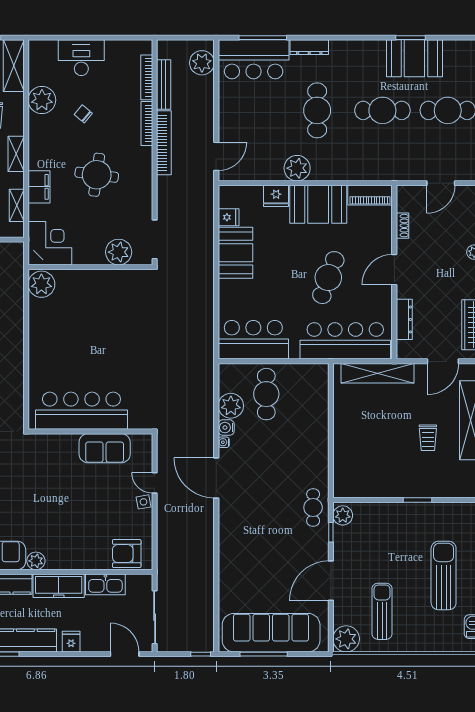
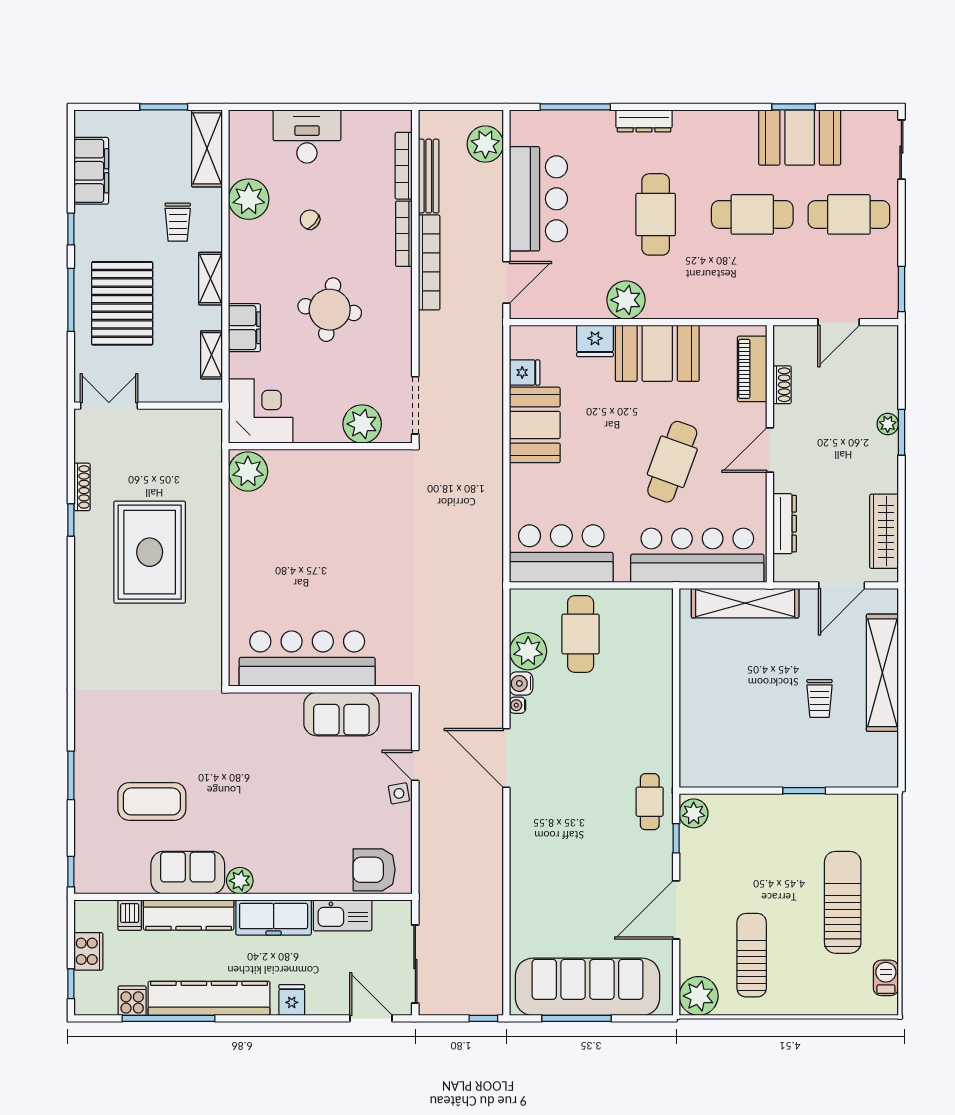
bar counter: (254, 59) -> (538, 199), moved, turned -90
piano: (370, 195) -> (752, 369), moved, turned 90

